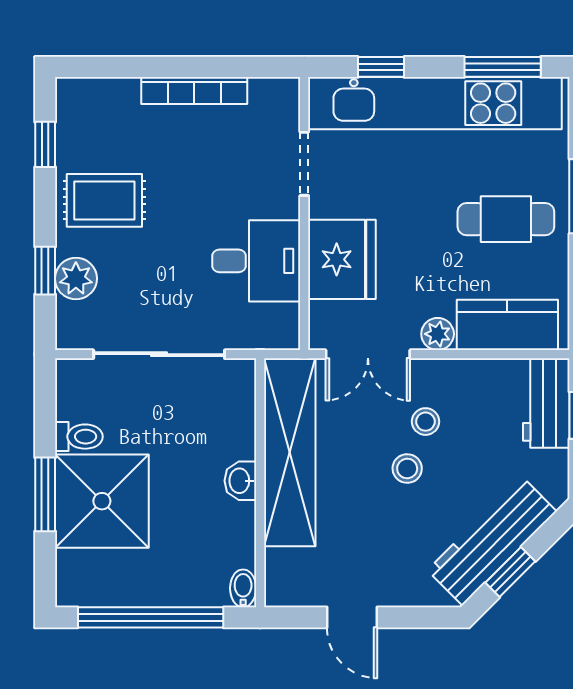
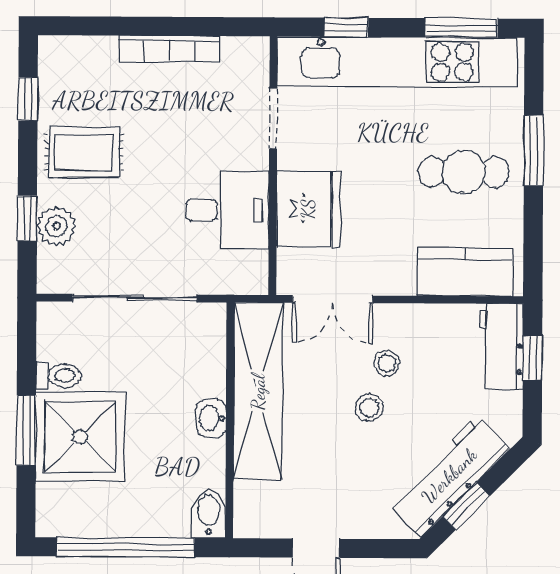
plant: (438, 334) -> (399, 280), removed
bidet: (243, 588) -> (209, 514), width x1.38, depth x1.36

